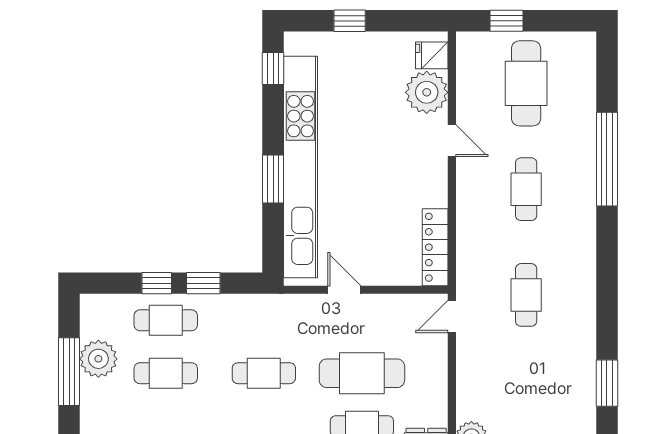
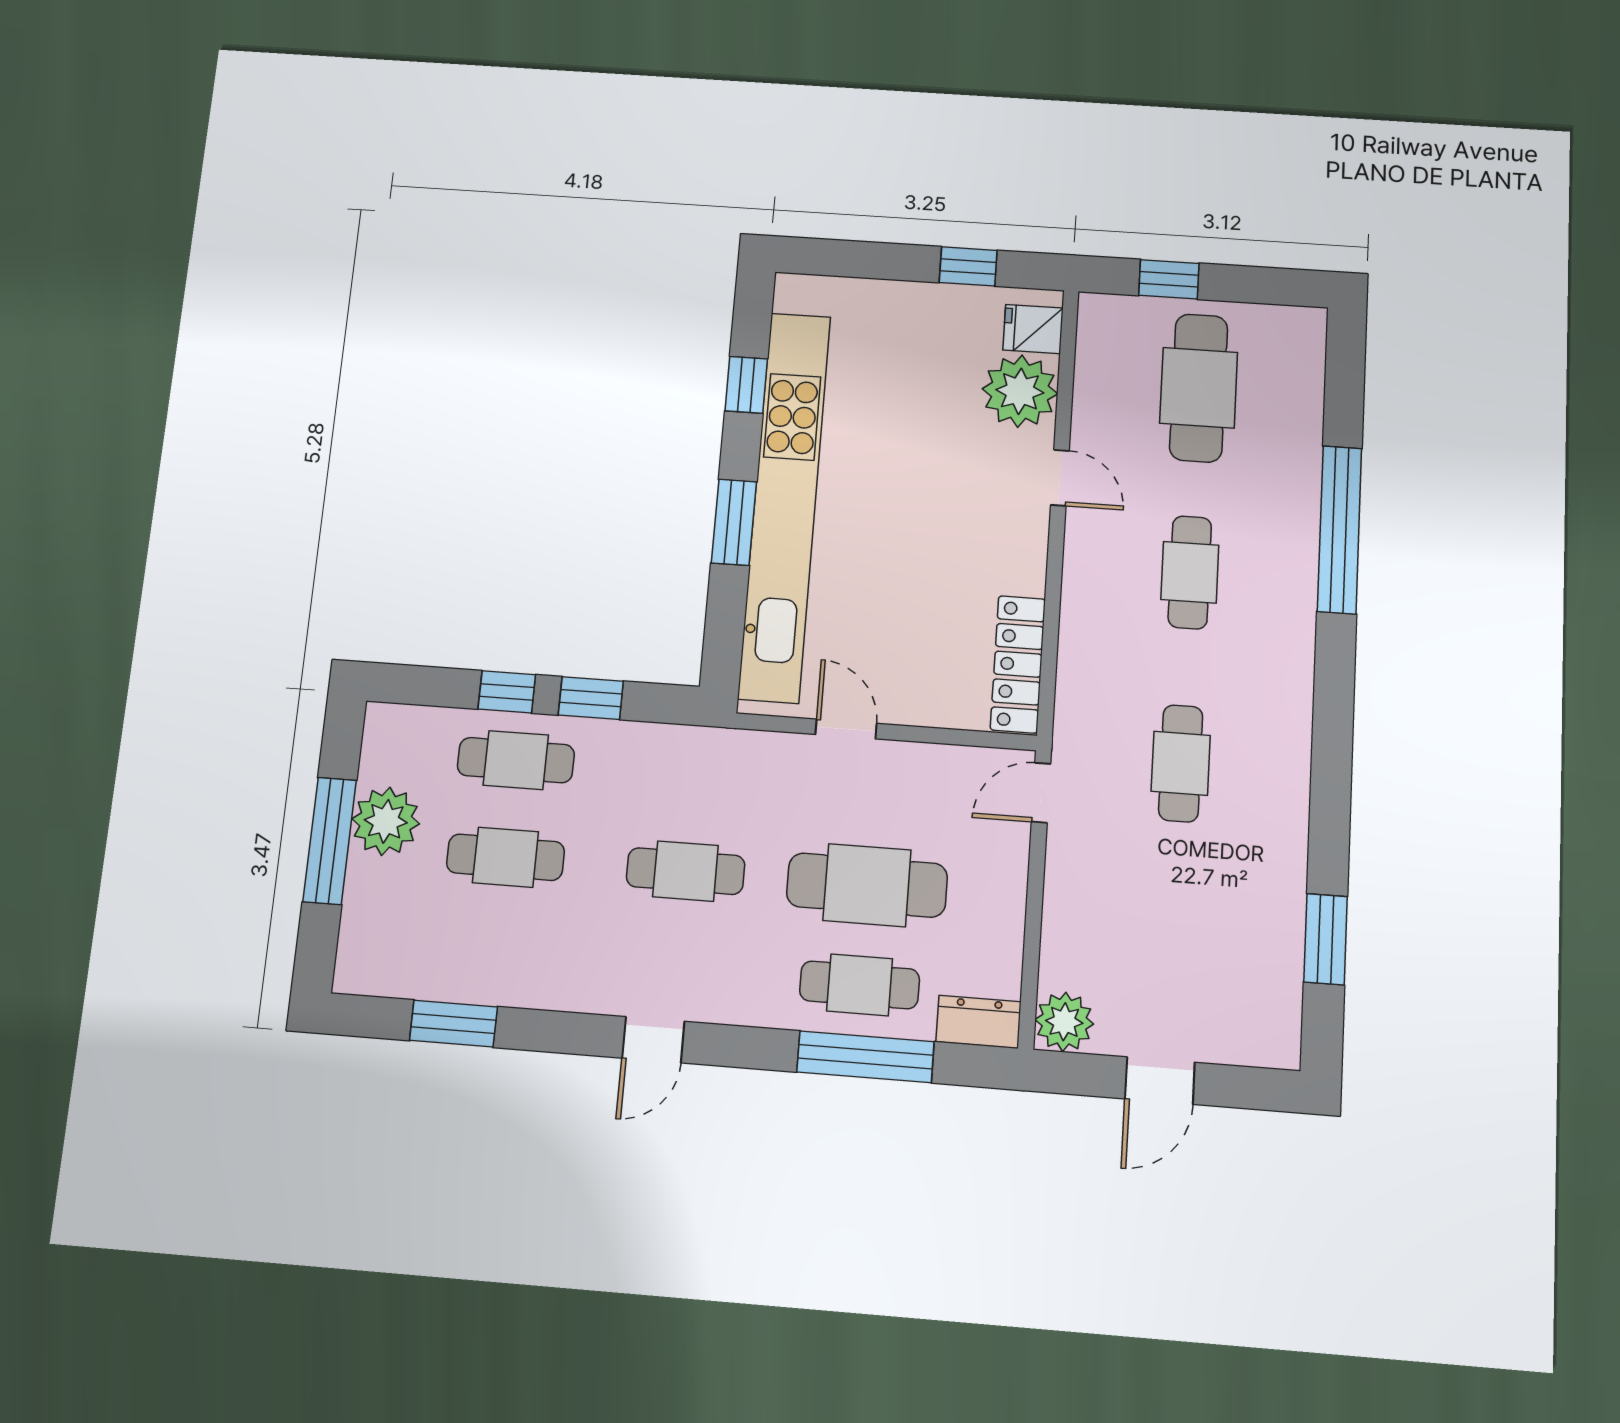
window: (350, 21) -> (968, 266), moved
window: (273, 68) -> (746, 385), moved

